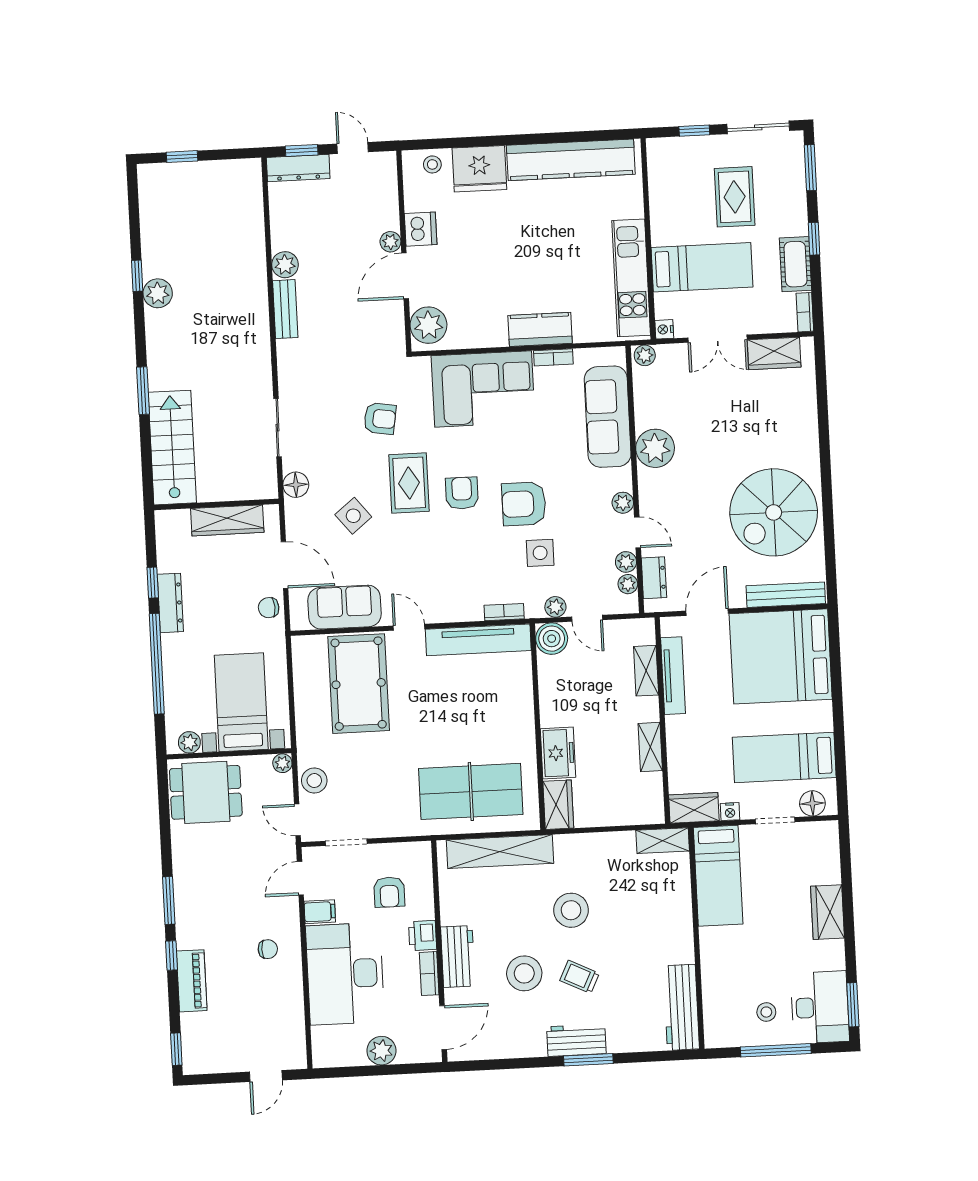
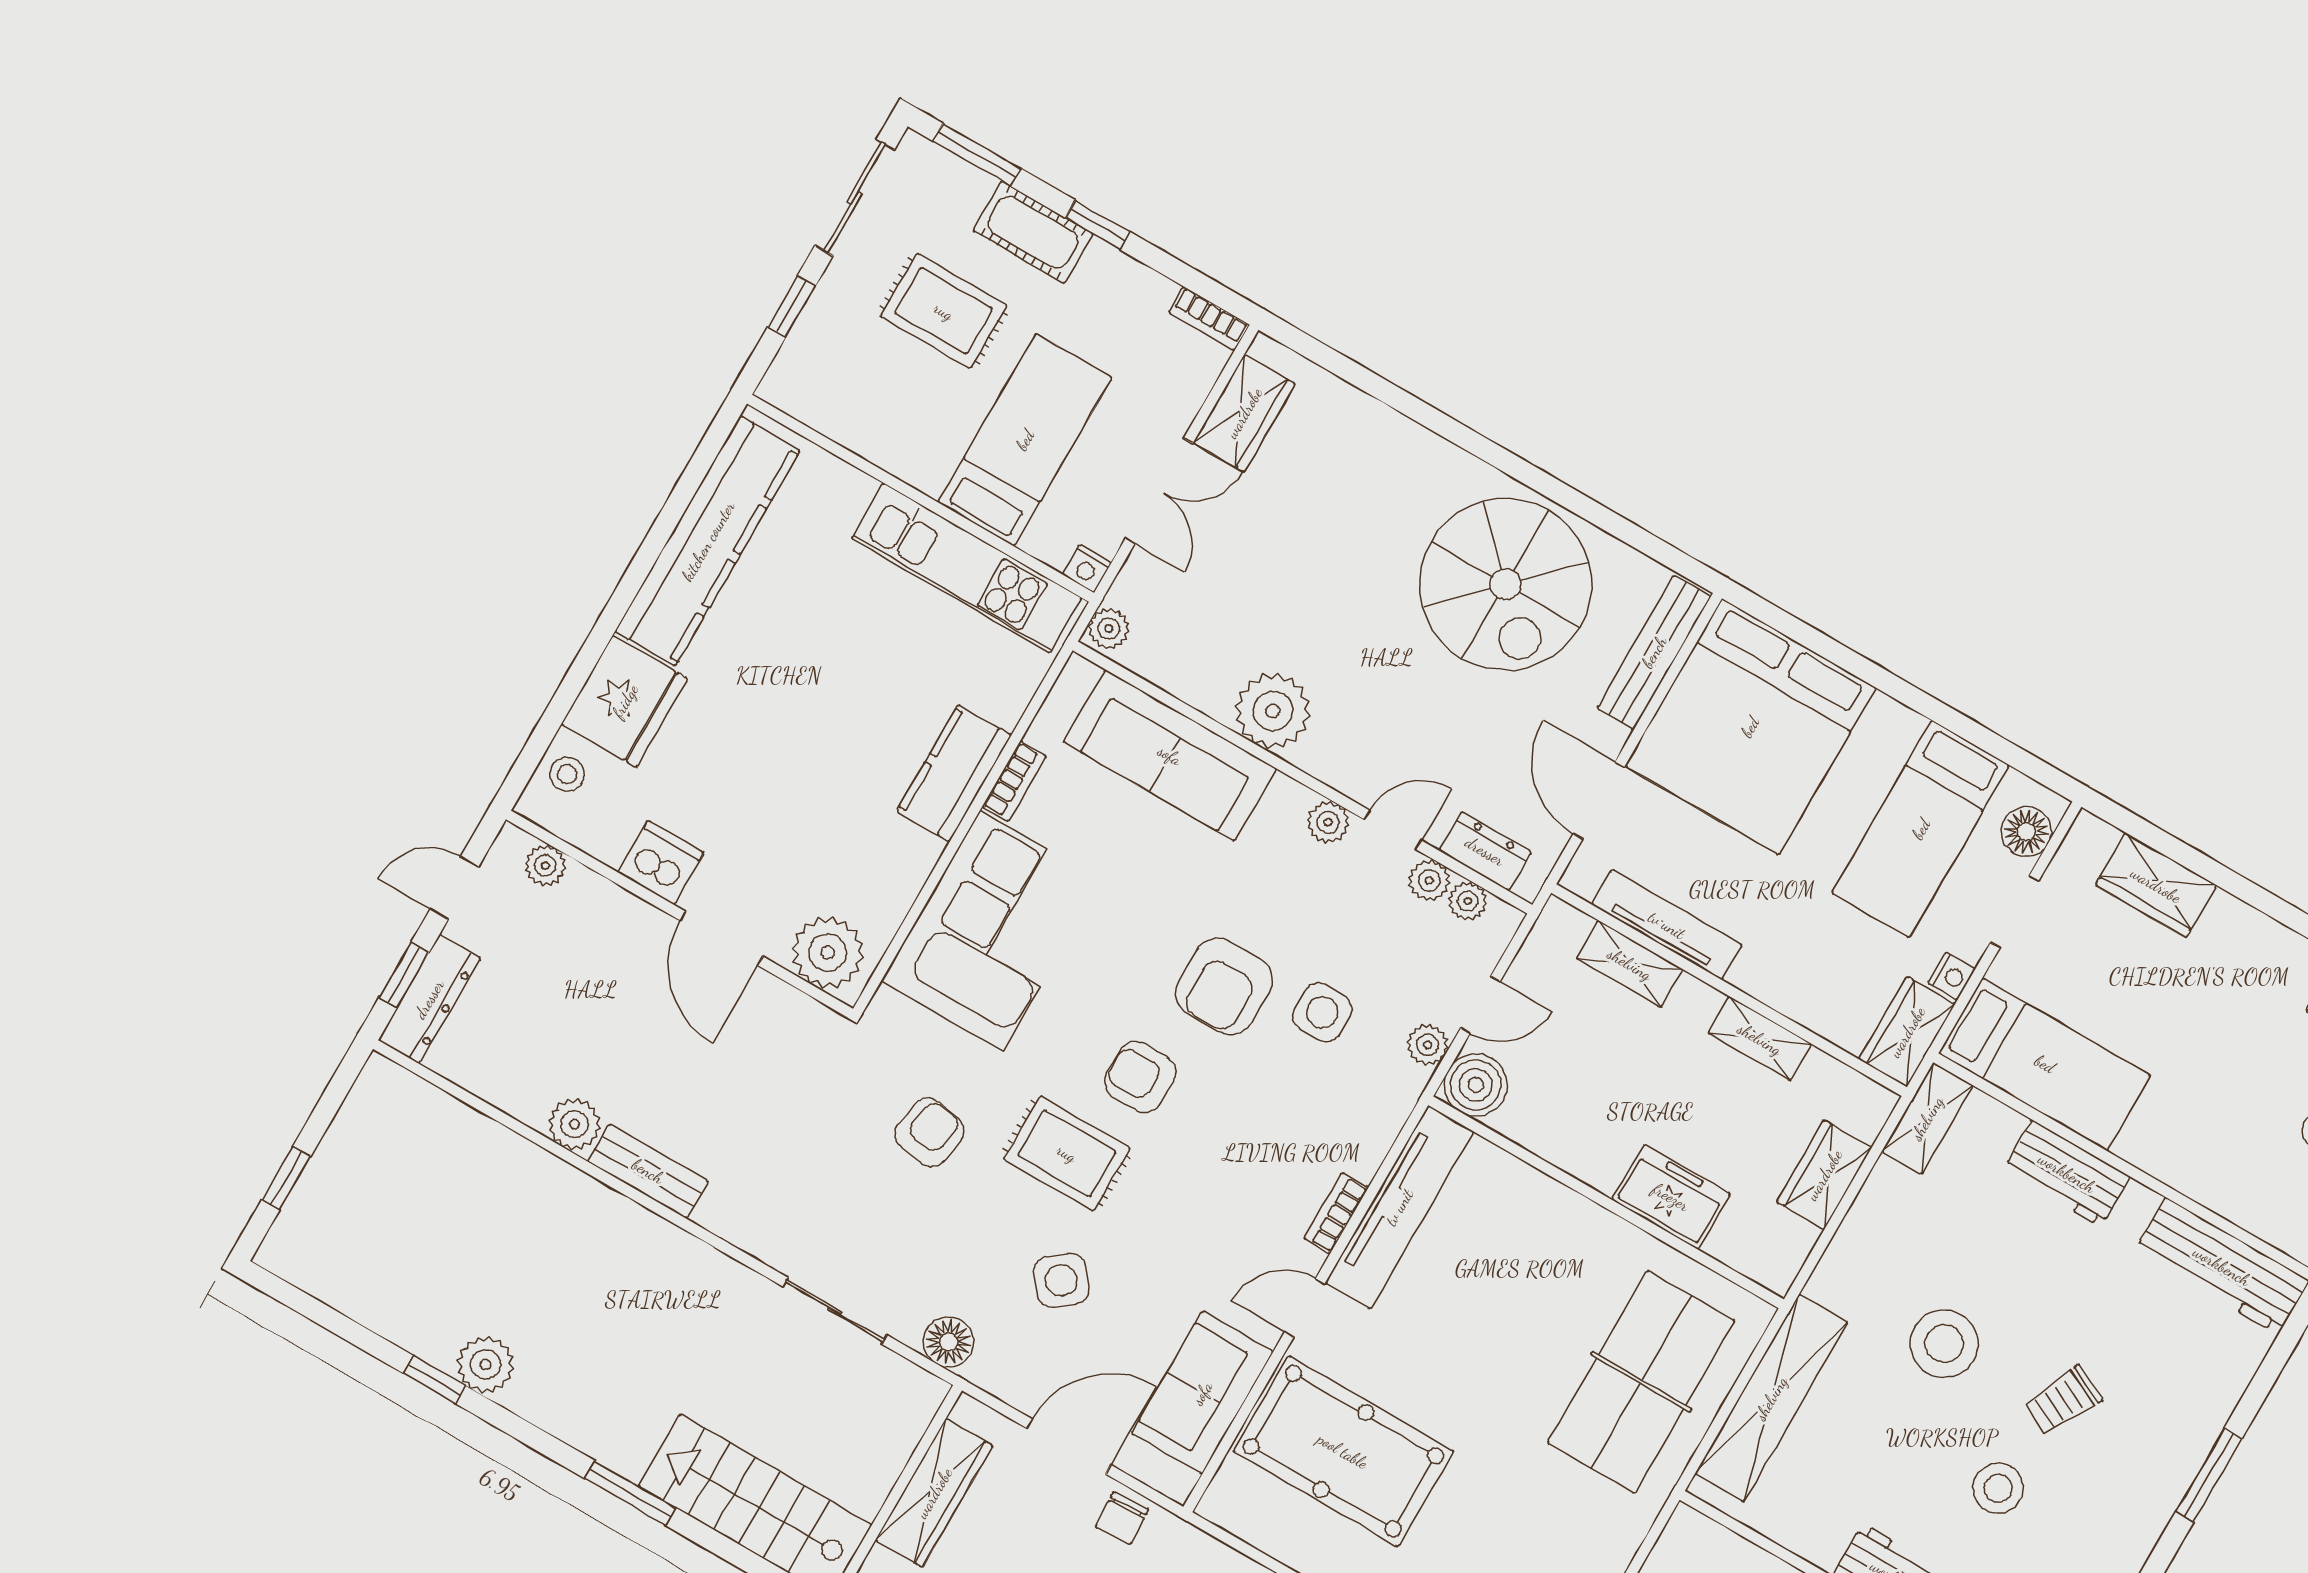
plant: (390, 242) -> (545, 865), moved
cot: (795, 264) -> (1033, 232), moved
bookcase: (504, 612) -> (1336, 1213), moved
wardrobe: (558, 805) -> (1824, 1175), moved, turned -90
wardrobe: (827, 912) -> (2156, 885), moved
stool: (524, 973) -> (1998, 1488), width x0.73, depth x0.73
workbench: (576, 1040) -> (2067, 1173), moved, turned -90

